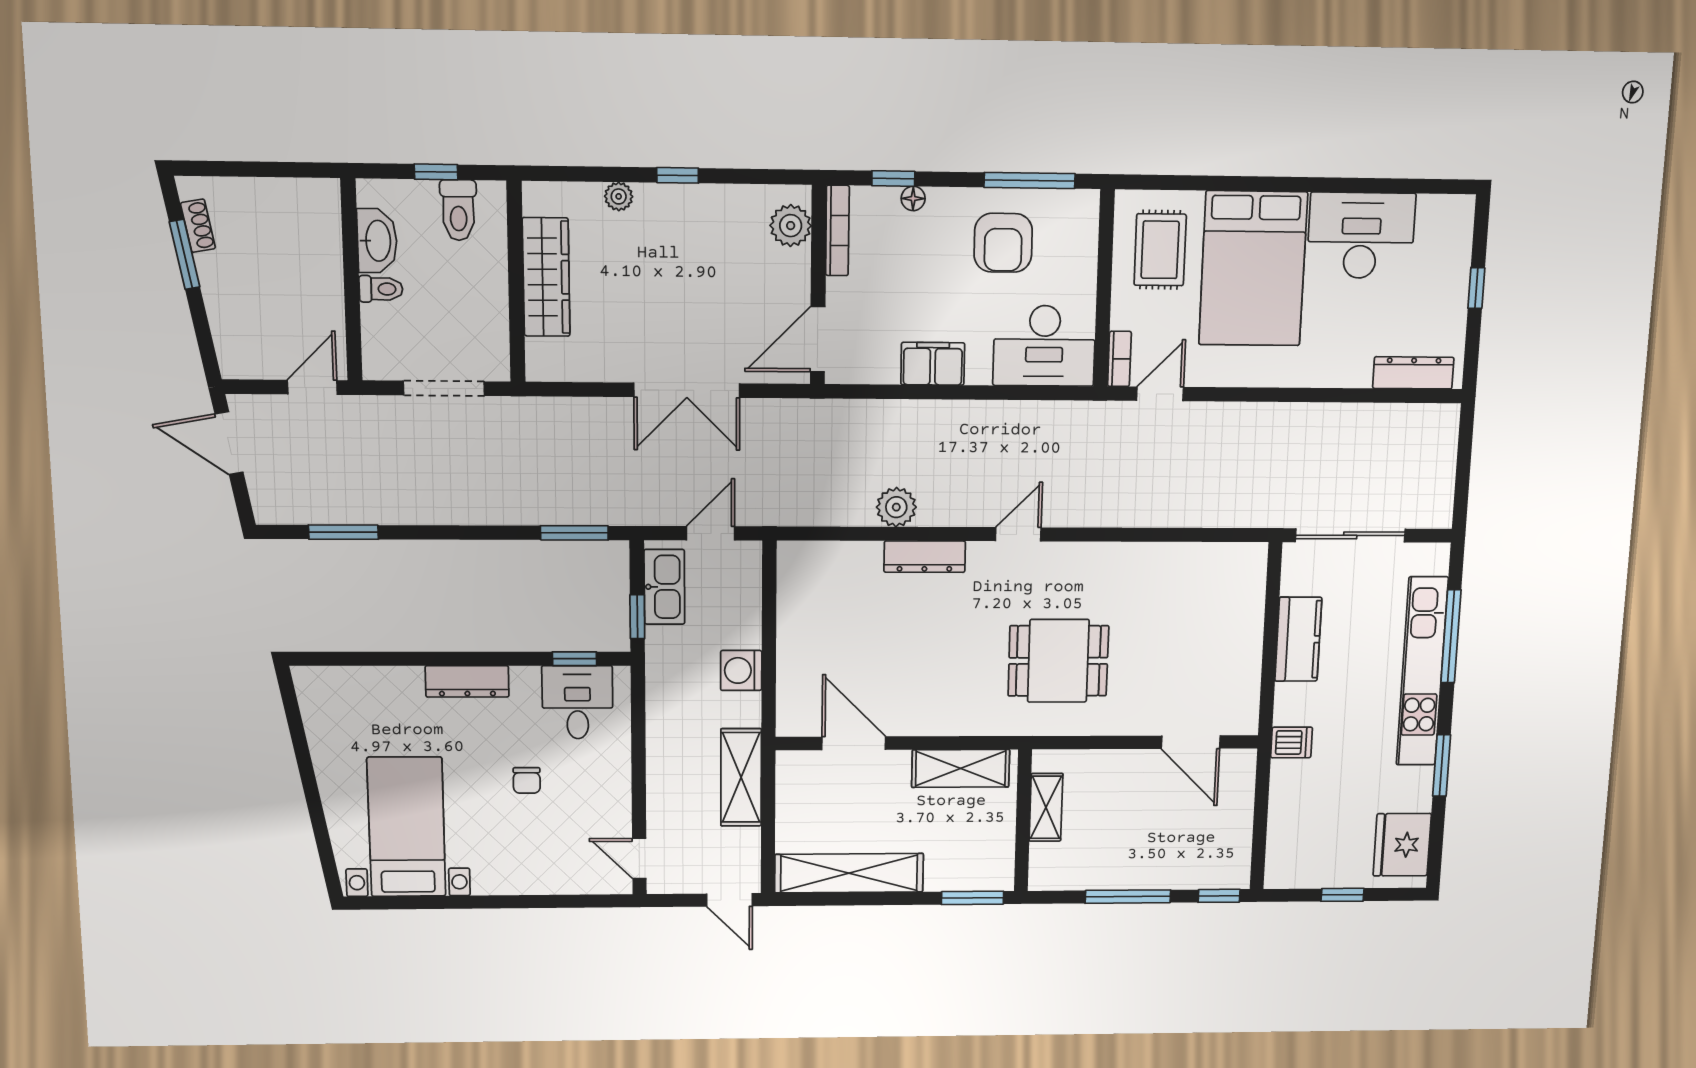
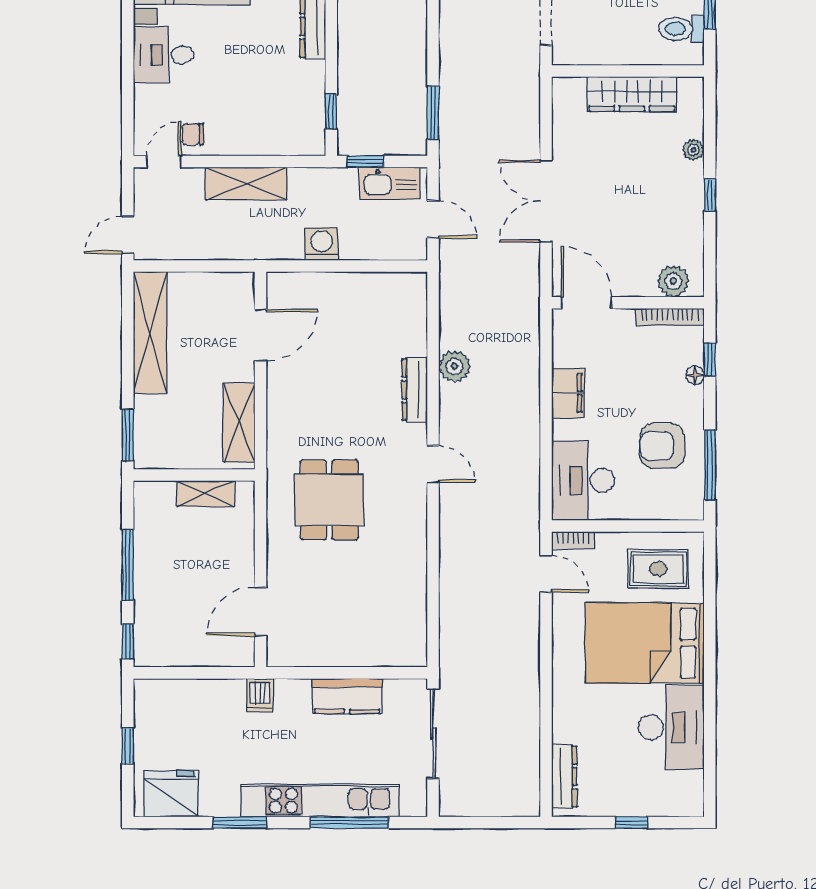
desk: (578, 702) -> (164, 55), moved, turned 180
shelving: (741, 777) -> (246, 184), moved
chair: (527, 780) -> (193, 134), moved

